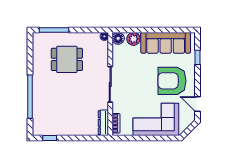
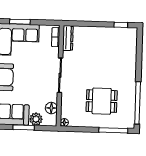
window: (146, 30) -> (24, 127), added
floor lamp: (118, 38) -> (51, 108), moved
window: (30, 97) -> (138, 103), moved
window: (153, 138) -> (20, 22), added

